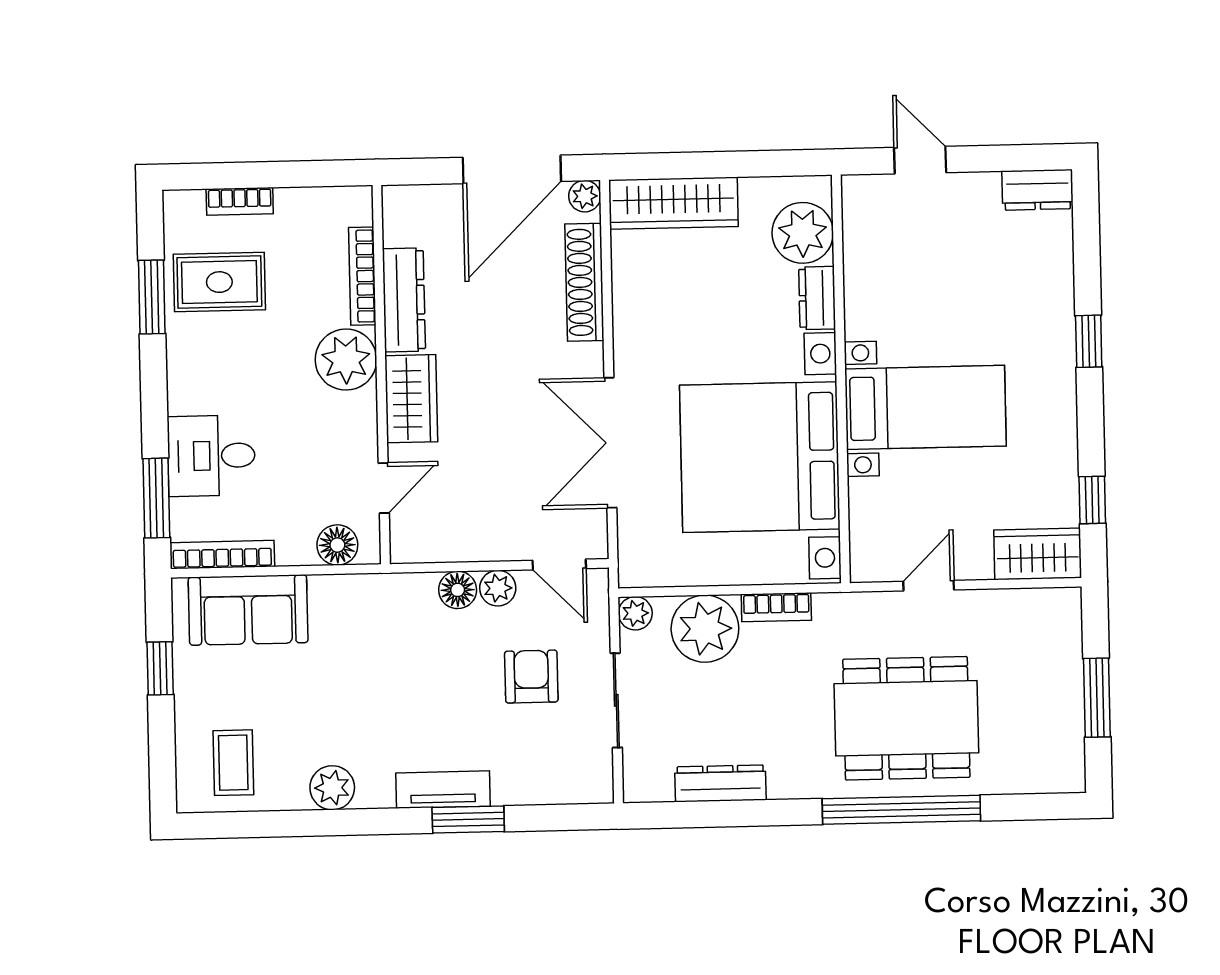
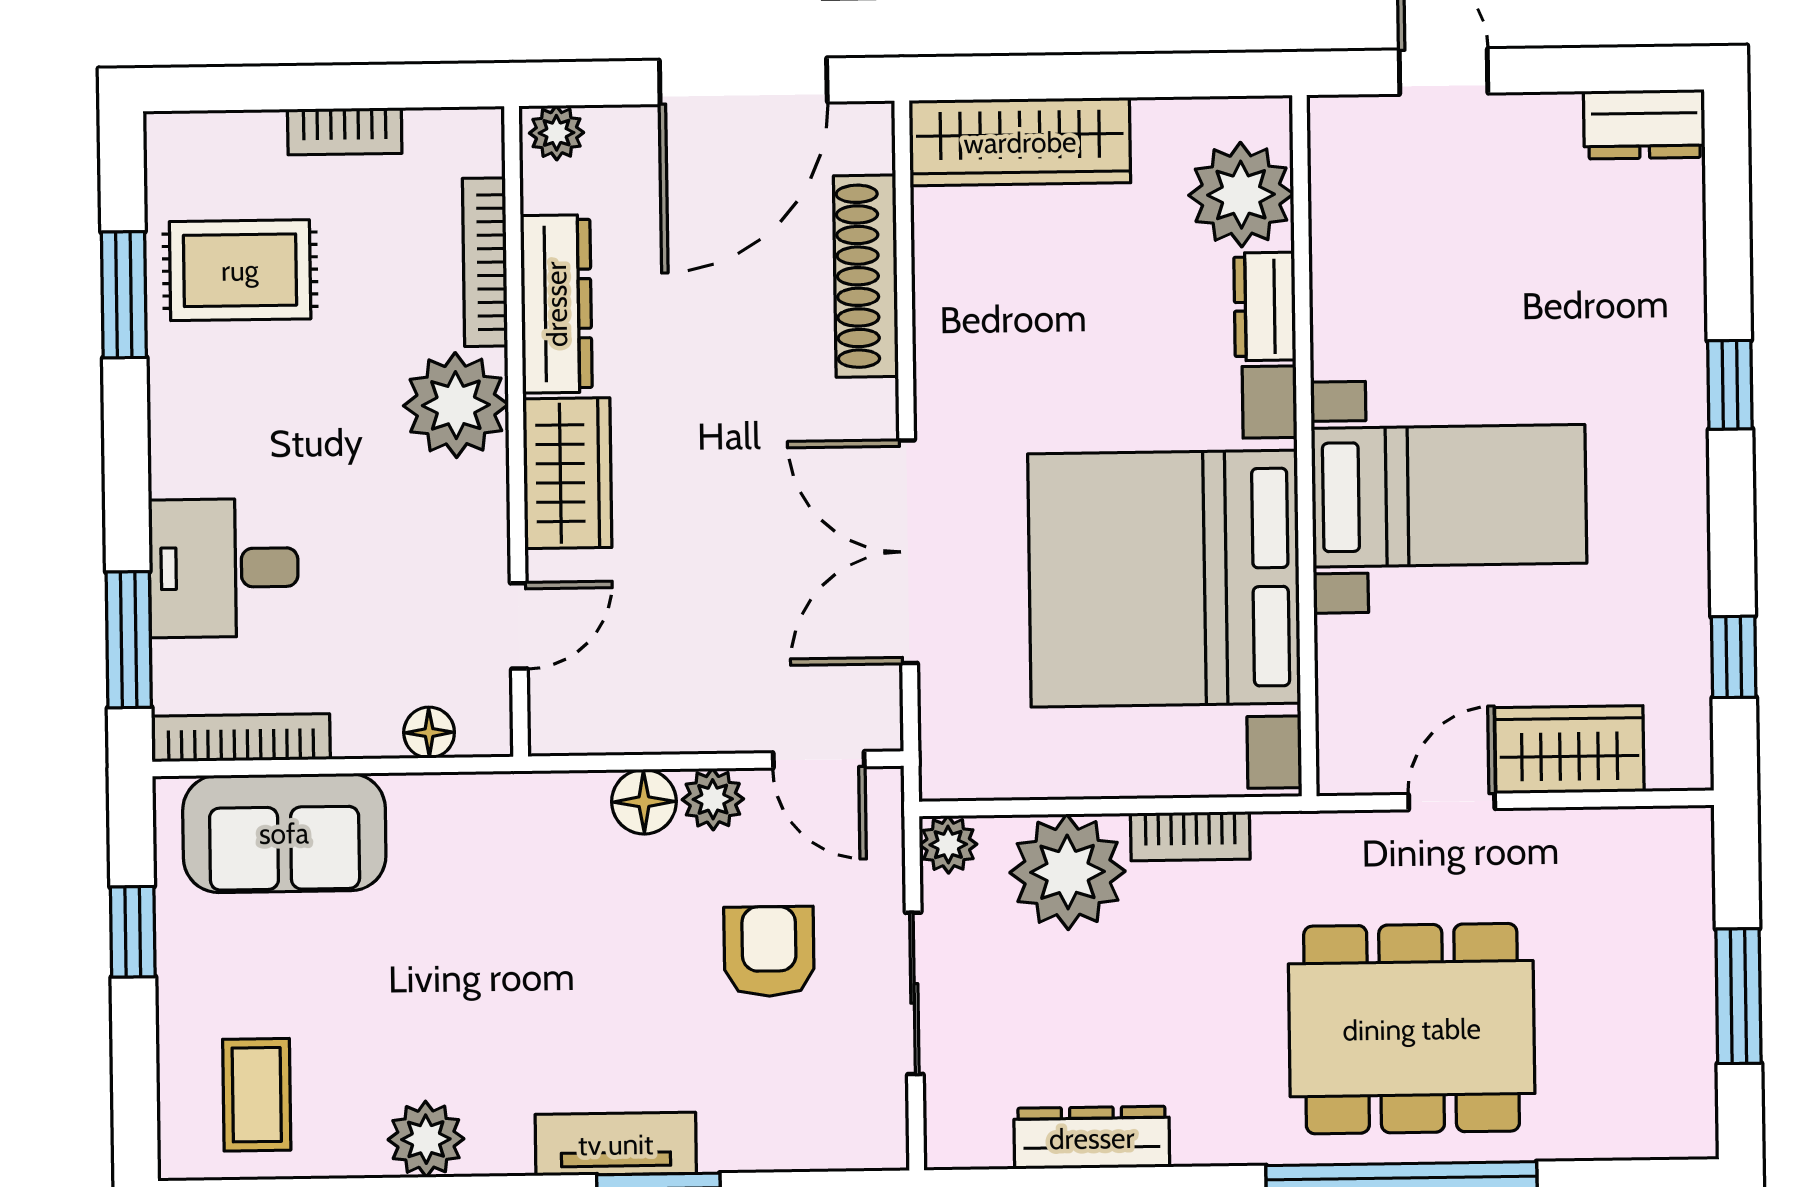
plant: (585, 196) -> (557, 133), moved
bookcase: (240, 201) -> (345, 131), moved
floor lamp: (337, 545) -> (429, 733), width x0.73, depth x0.73
wardrobe: (1038, 554) -> (1569, 750), moved

